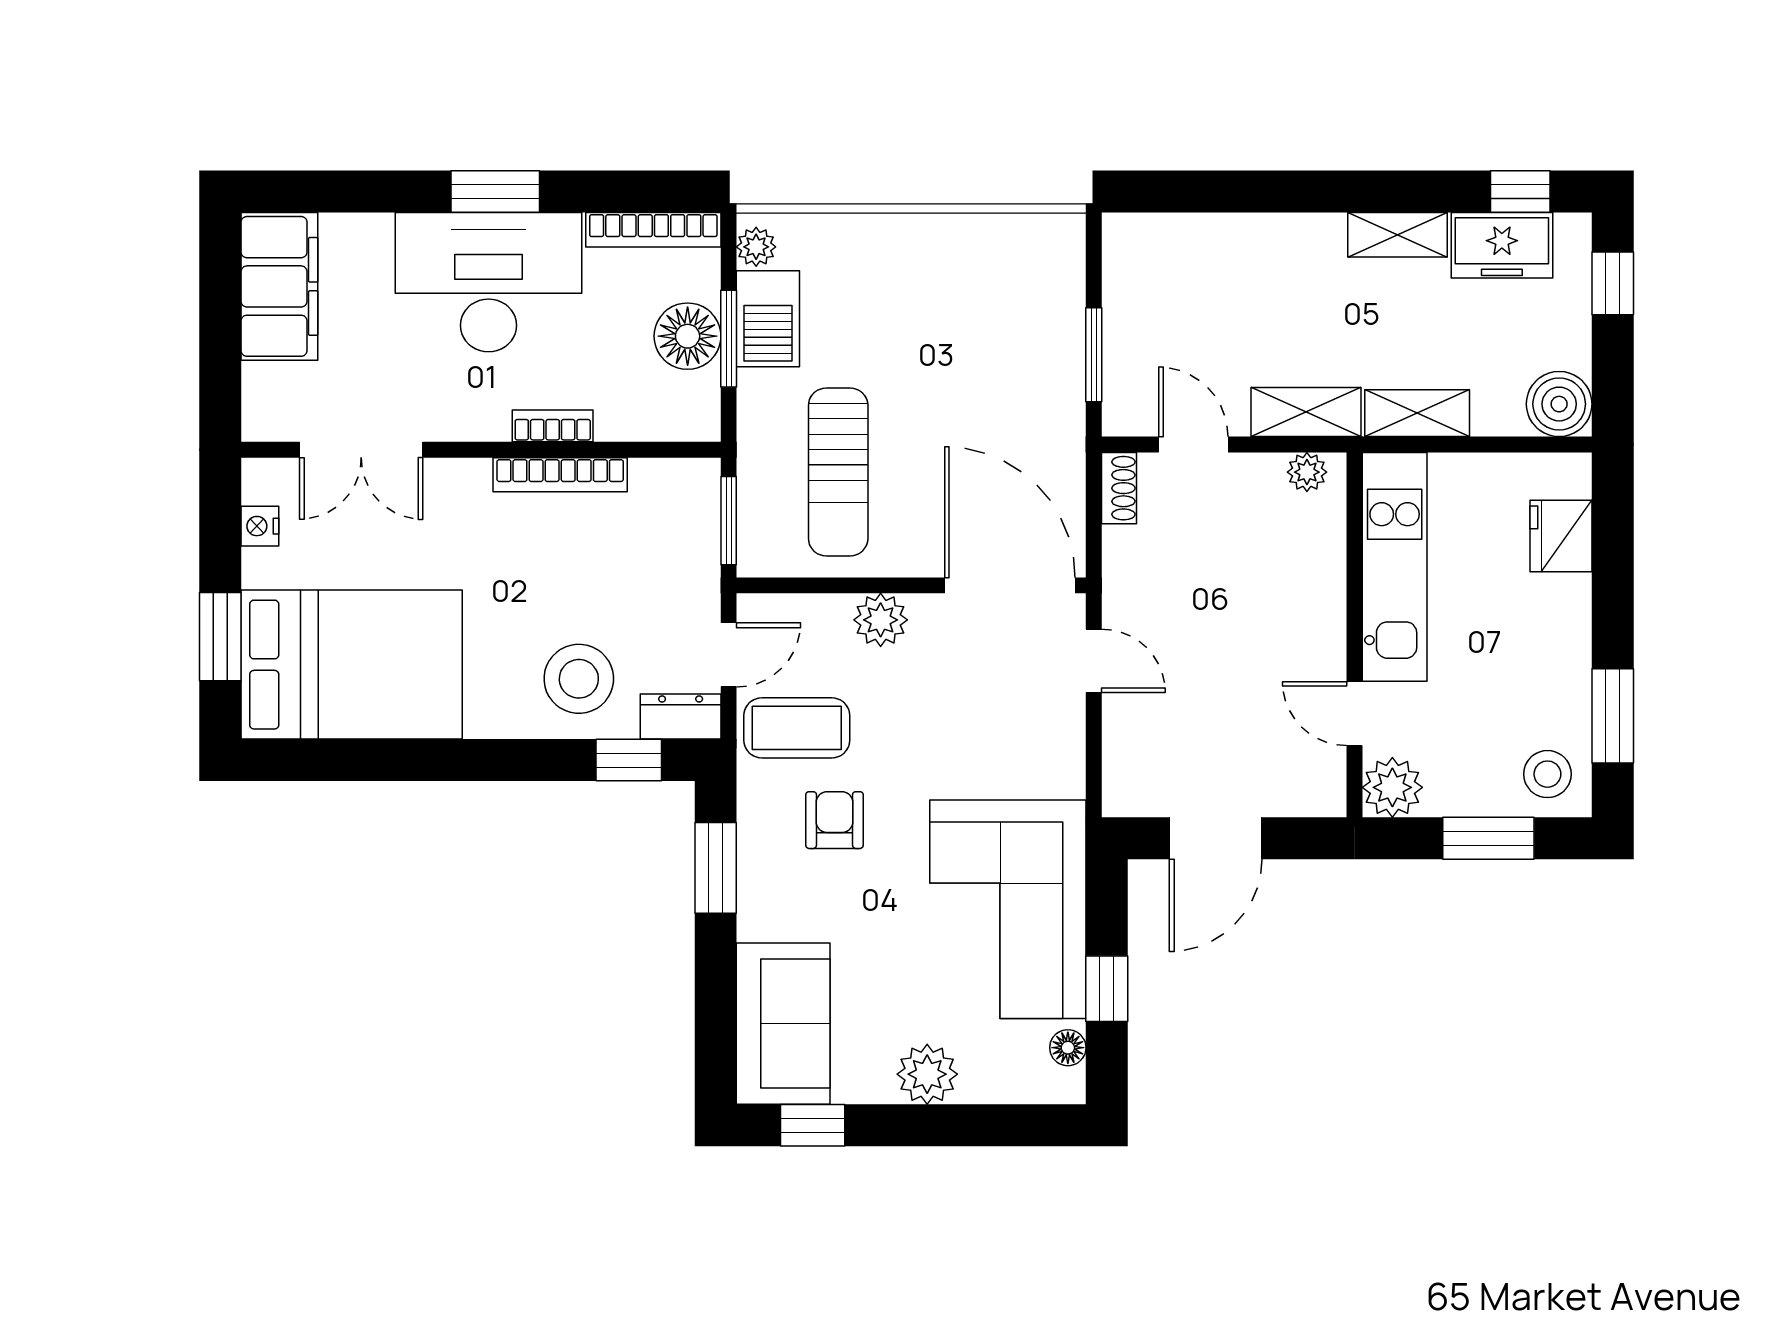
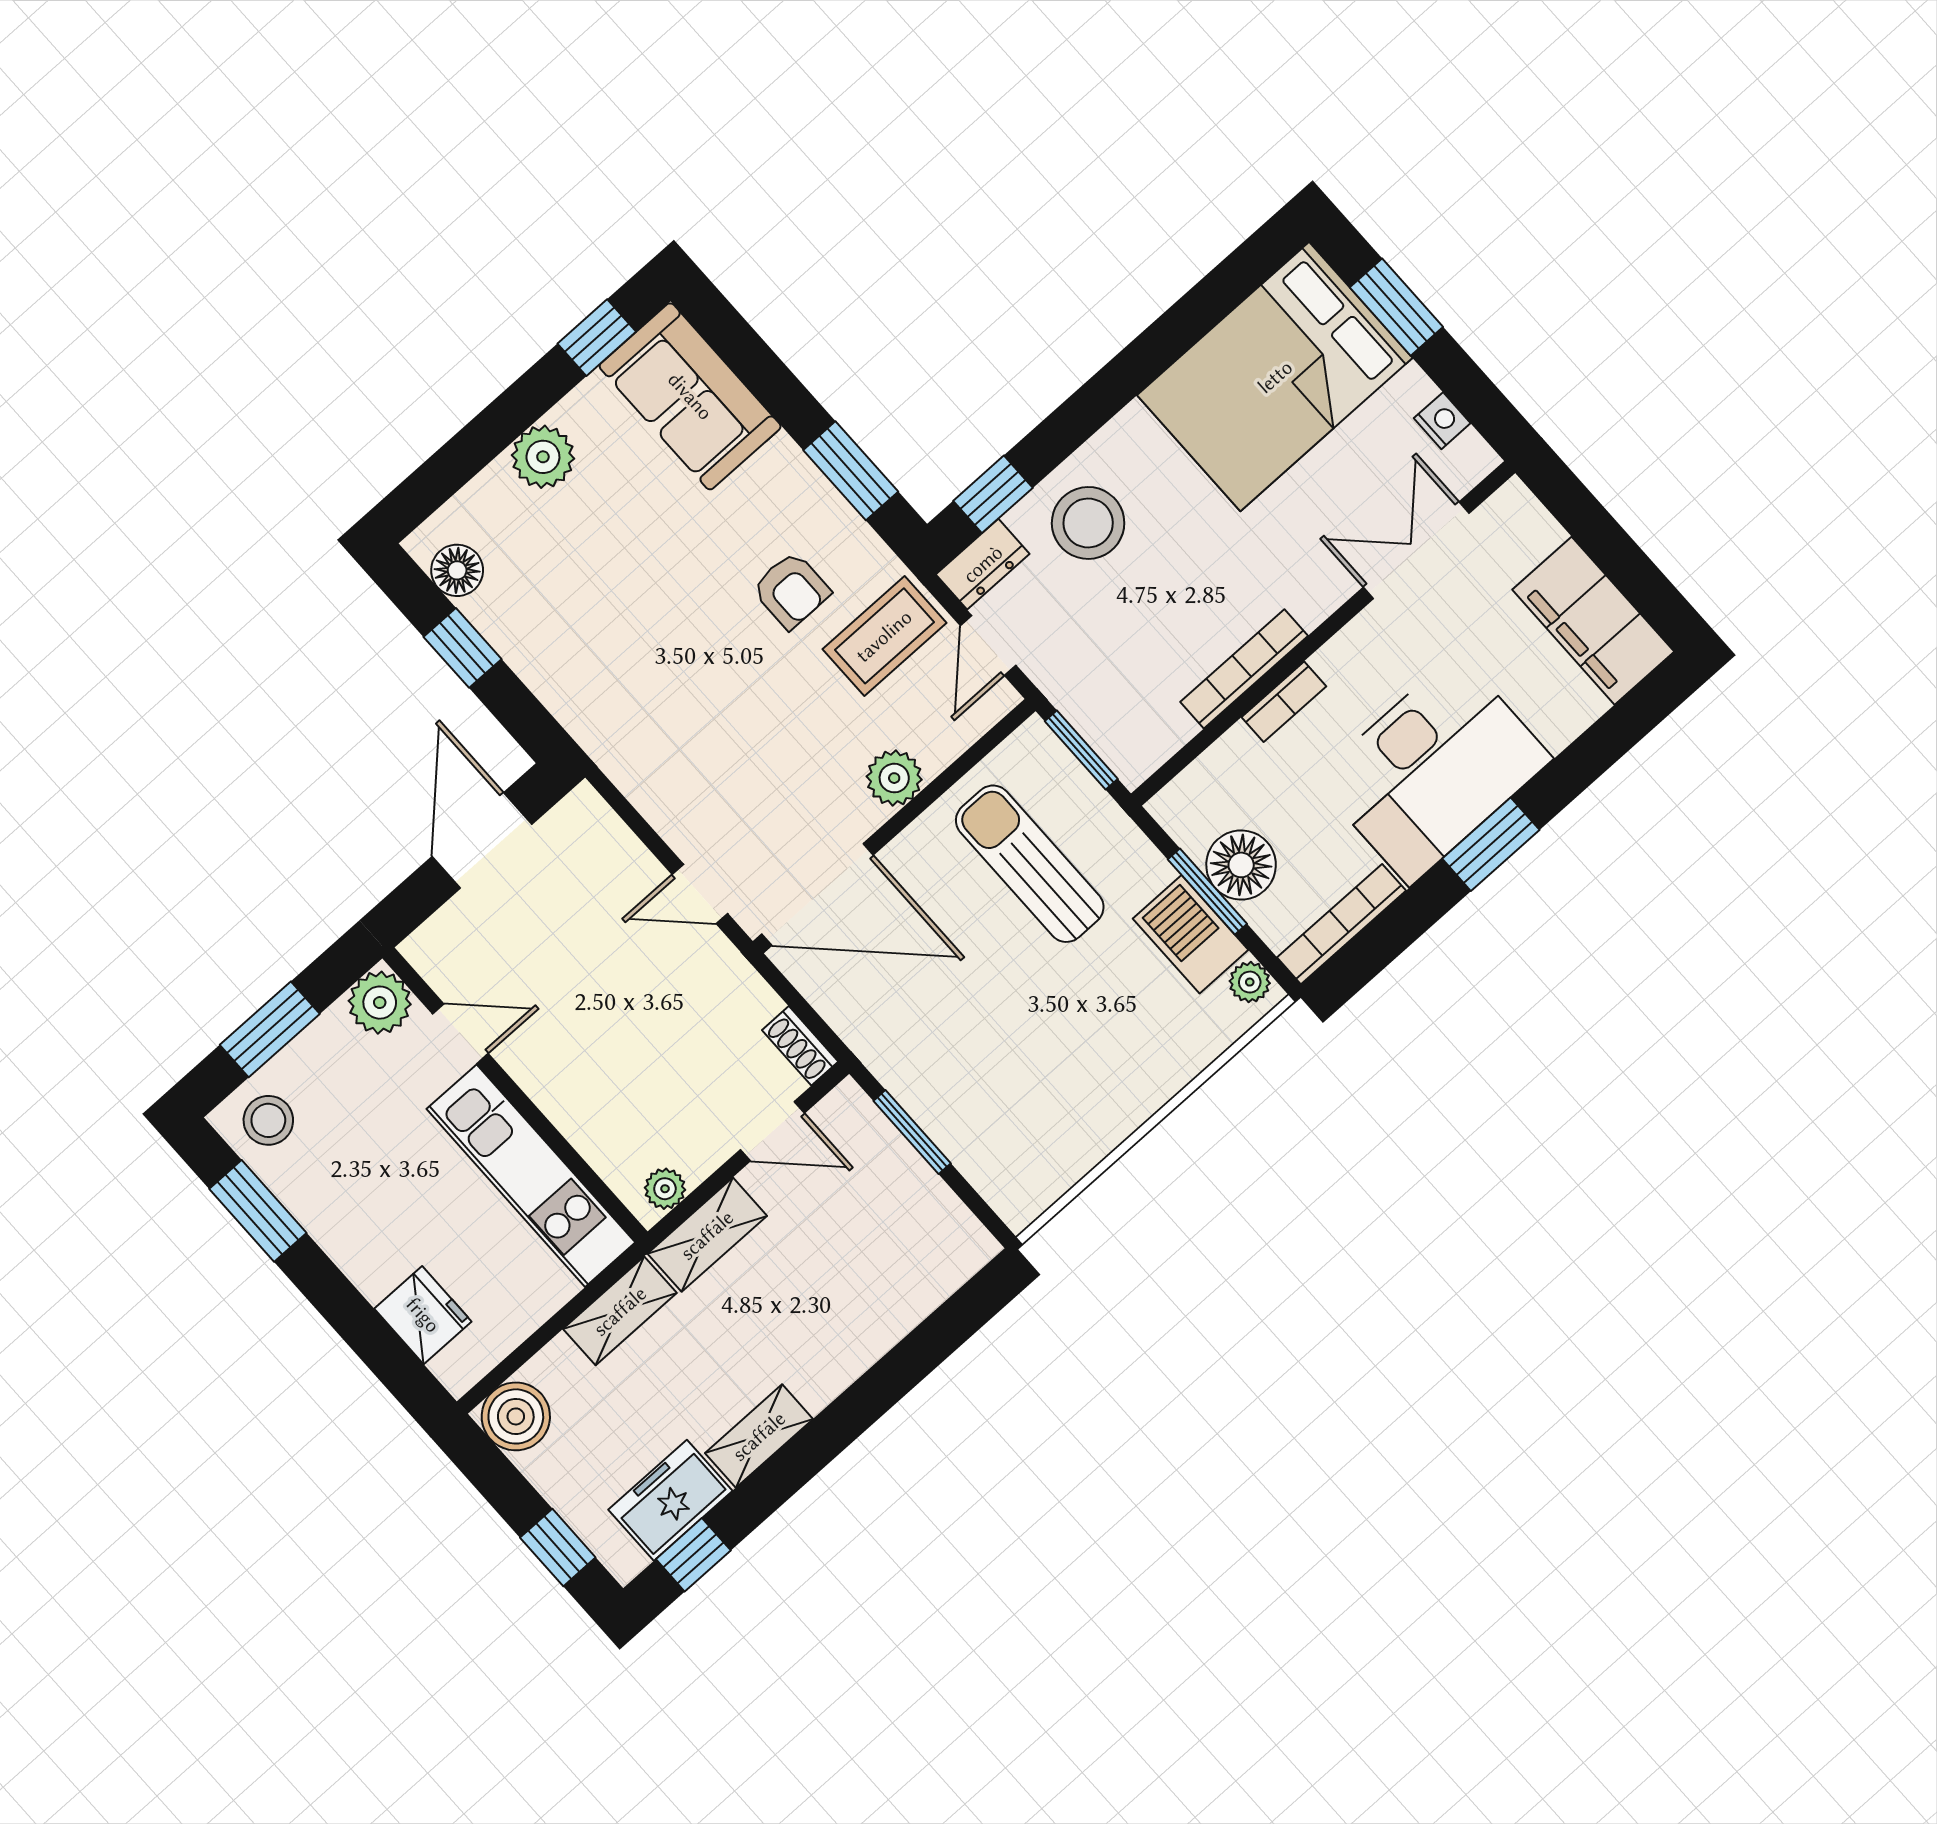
corner sofa: (1008, 909) -> (594, 641), removed
floor lamp: (1068, 1048) -> (457, 570), width x1.37, depth x1.37

